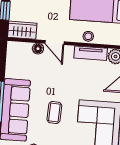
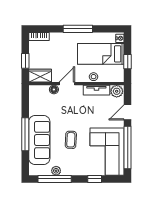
door: (55, 43) -> (67, 84), swing flipped

